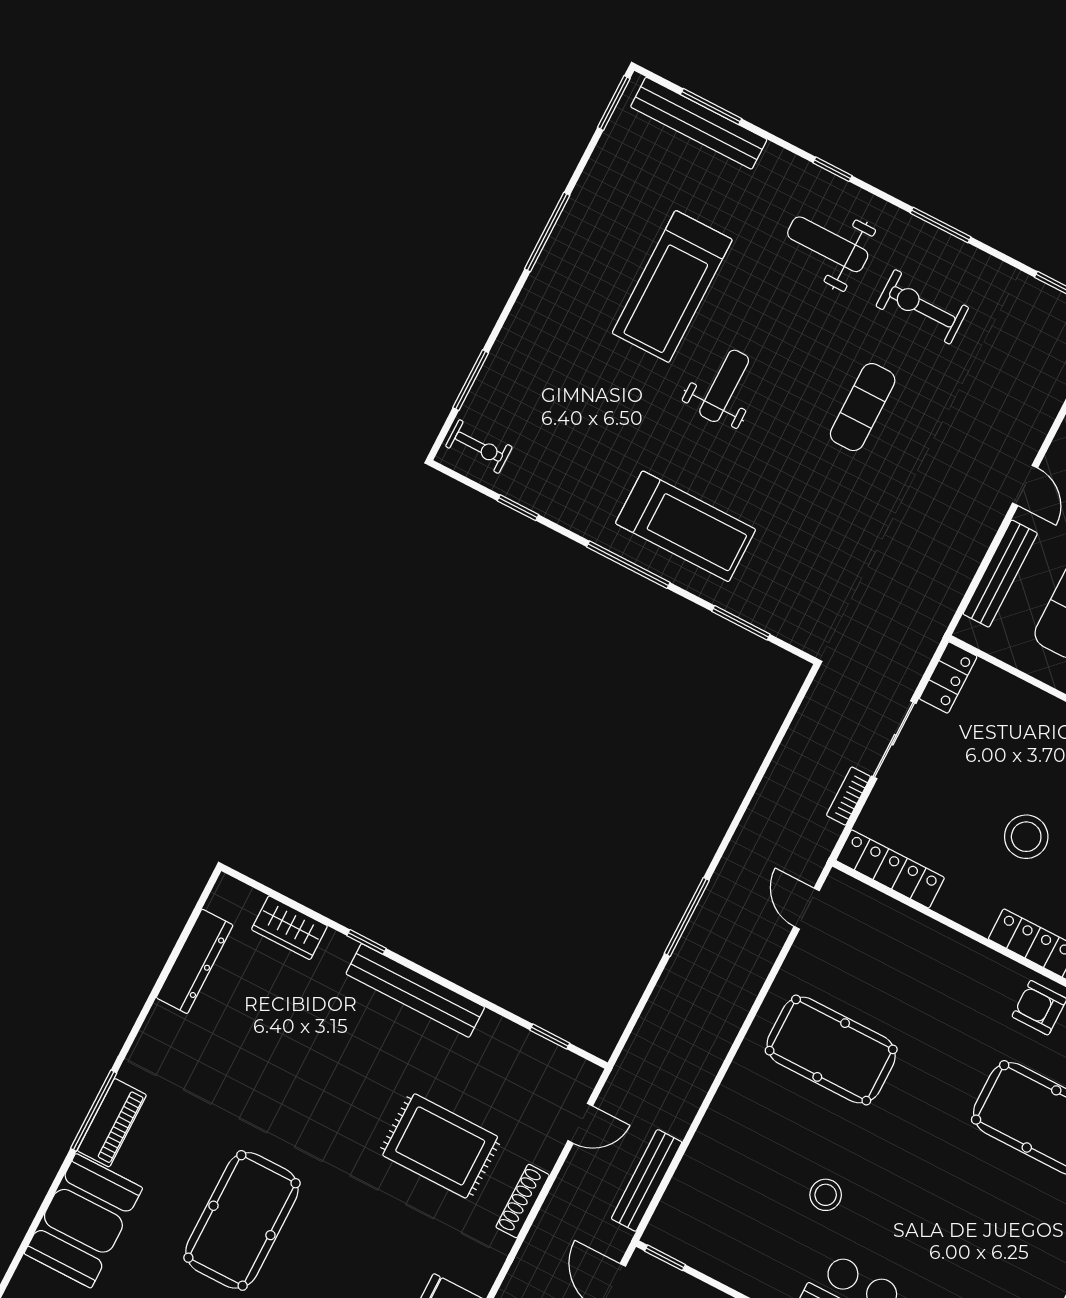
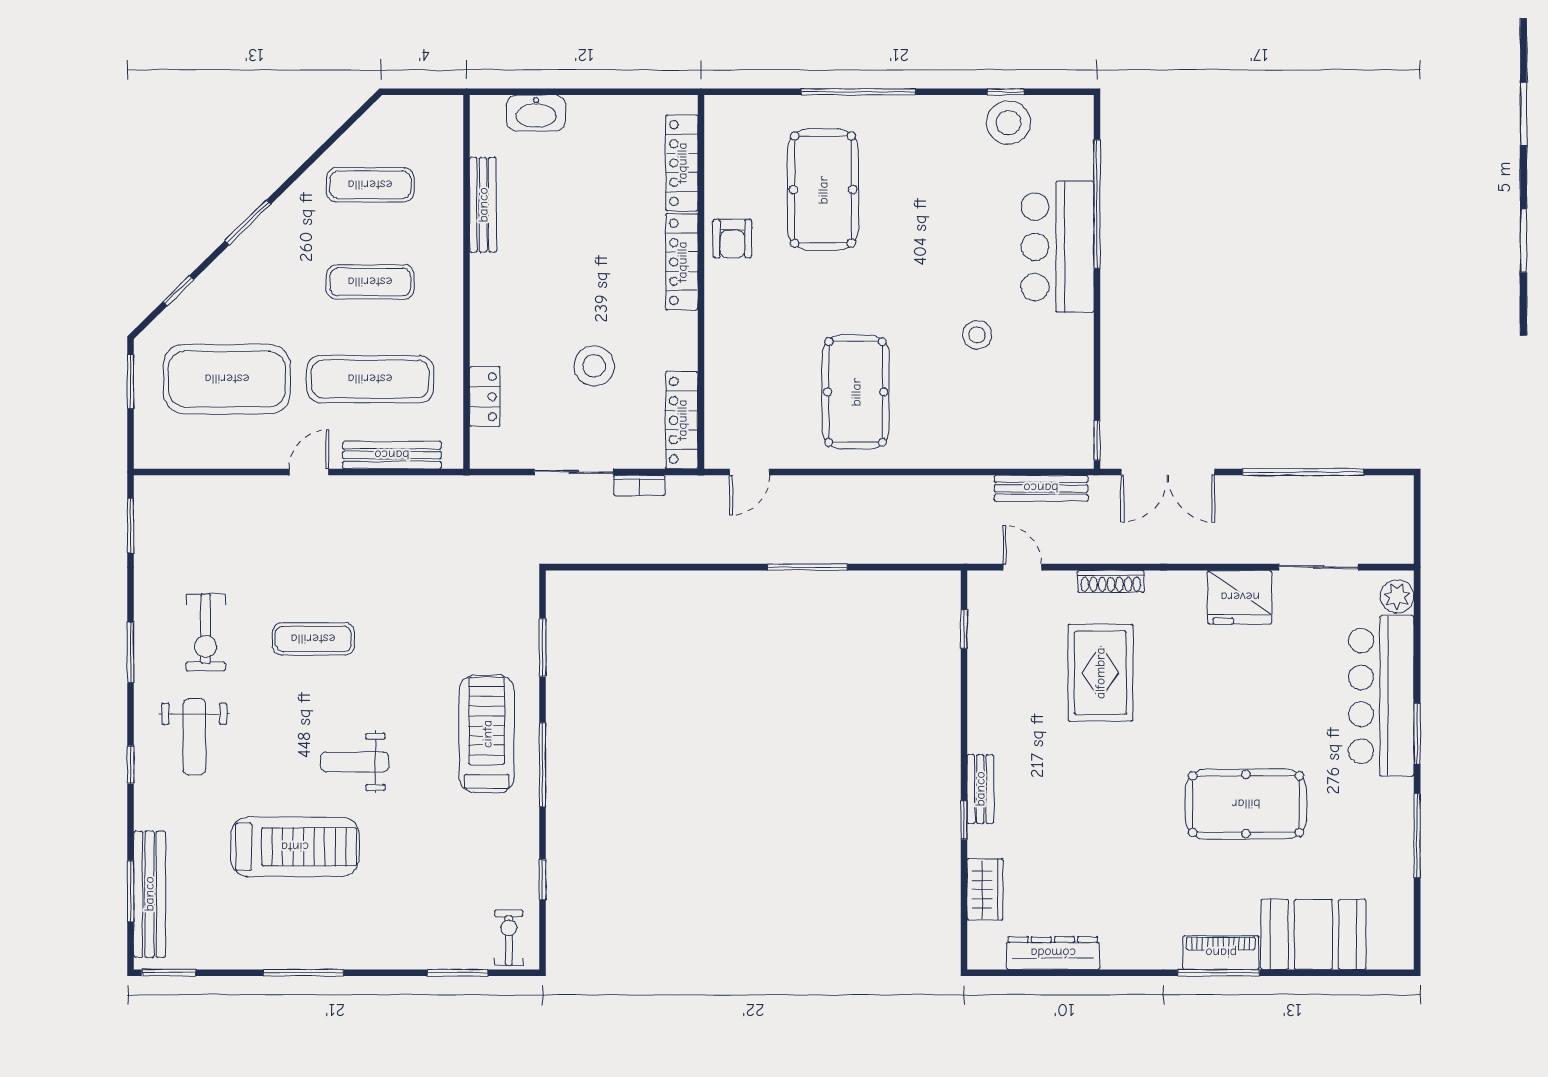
locker: (948, 678) -> (485, 397), moved, turned 90
stool: (1026, 837) -> (594, 366), moved
bench: (415, 990) -> (980, 789), width x0.54, depth x0.82

